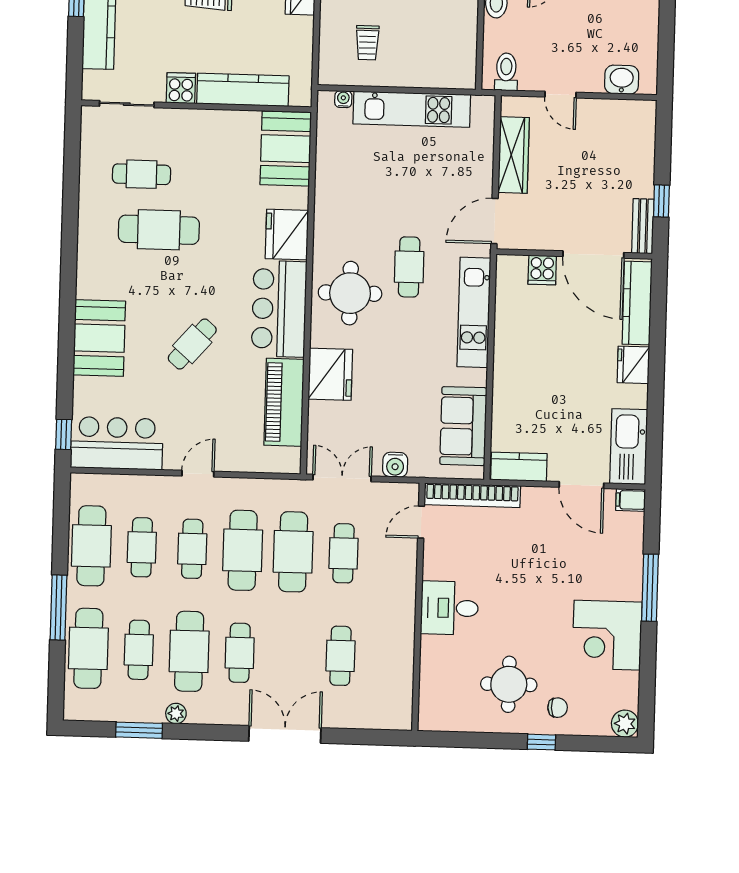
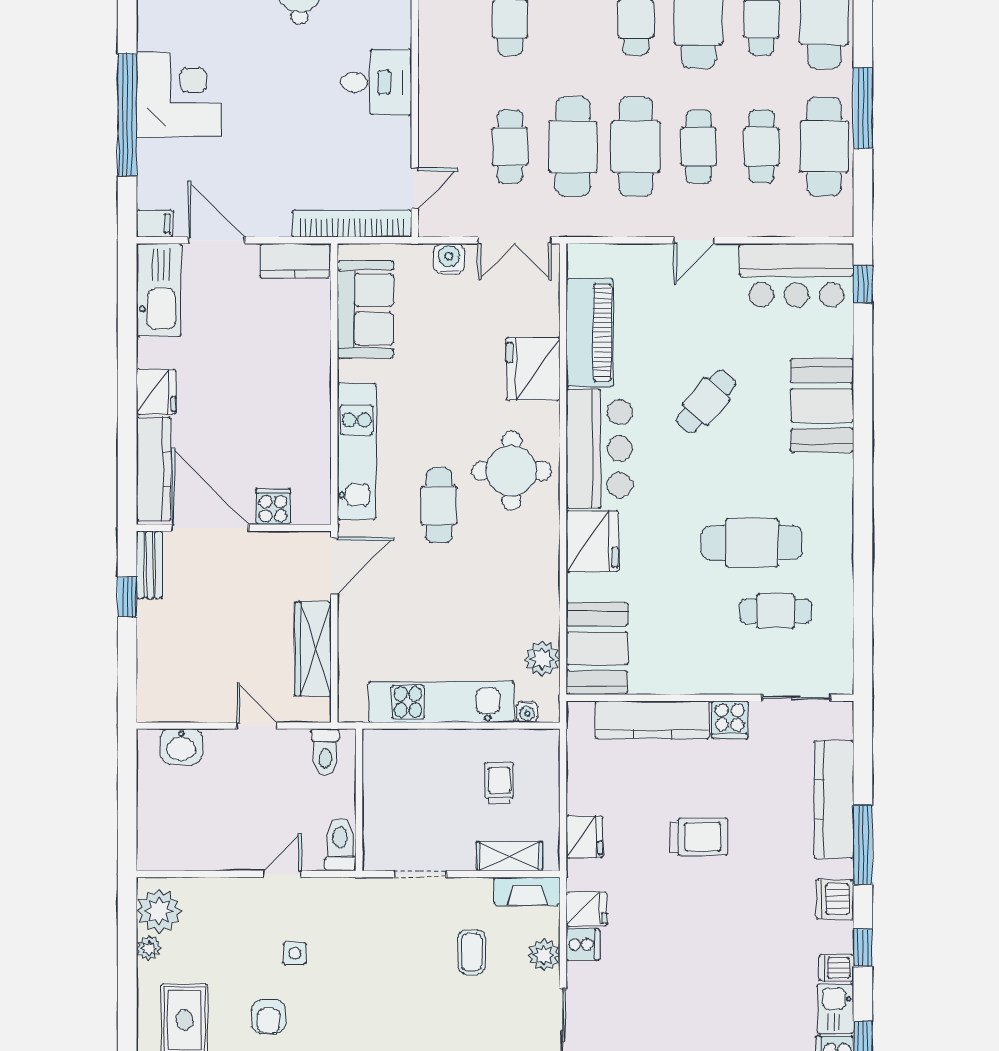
plant: (330, 142) -> (542, 659), added
window: (650, 588) -> (127, 115), width x1.46
window: (58, 608) -> (863, 108), moved
corner desk: (607, 635) -> (179, 95), moved

